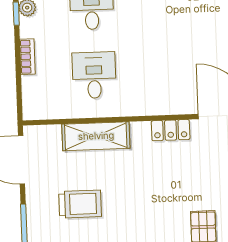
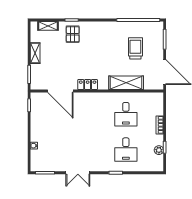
trolley: (80, 204) -> (135, 48), turned 90

